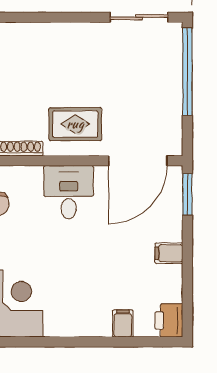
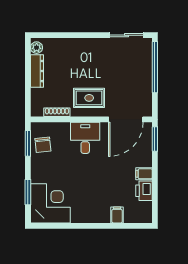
printer: (169, 320) -> (144, 191), moved

